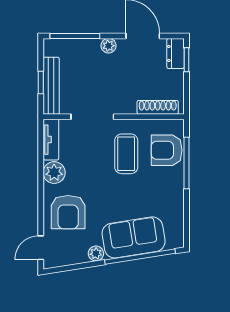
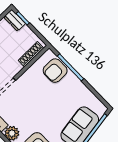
coffee table: (126, 154) -> (38, 91), removed

